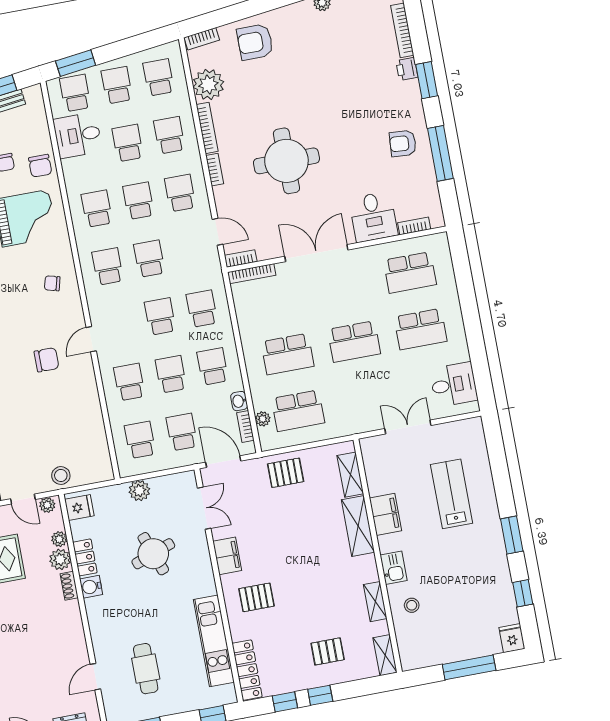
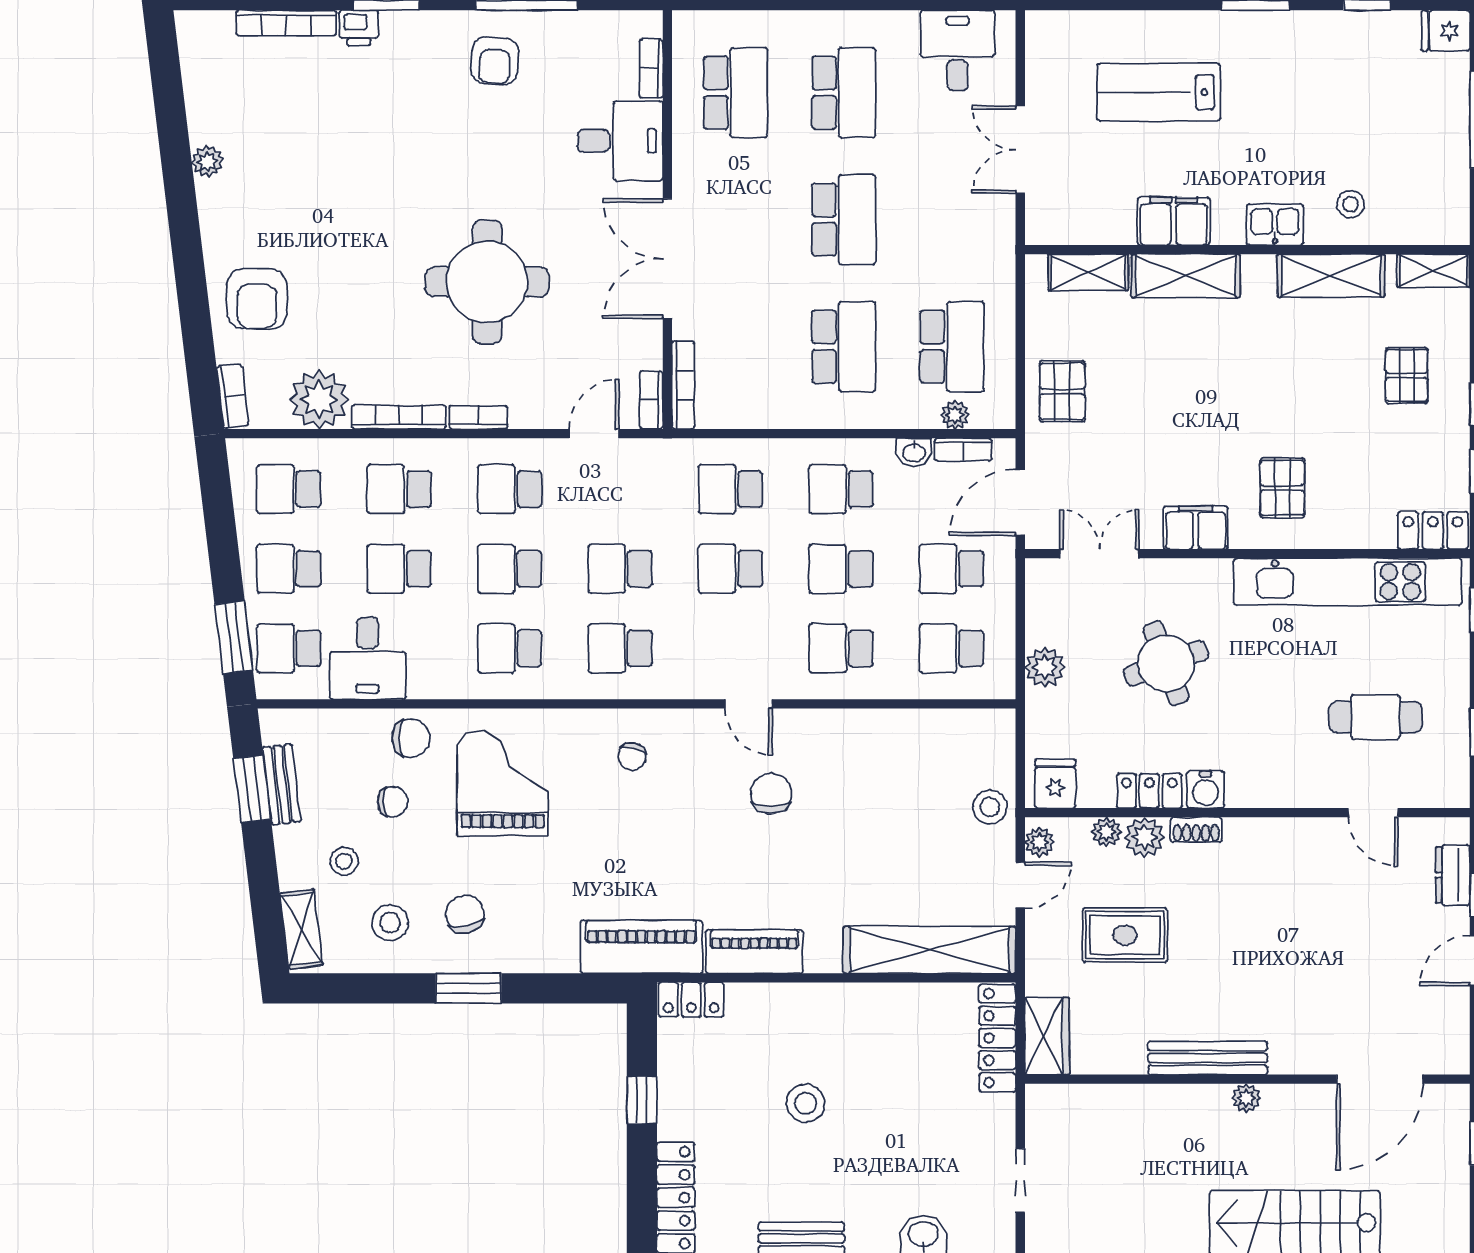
shelving: (375, 602) -> (1331, 276), width x1.50, depth x1.33
kitchen unit: (214, 641) -> (1348, 582), width x1.36
locker: (247, 670) -> (1433, 530), width x0.66

